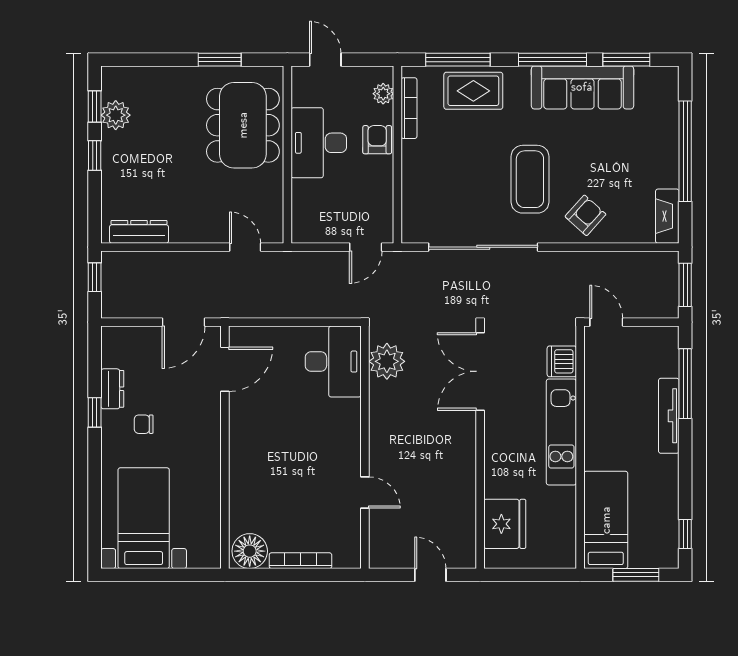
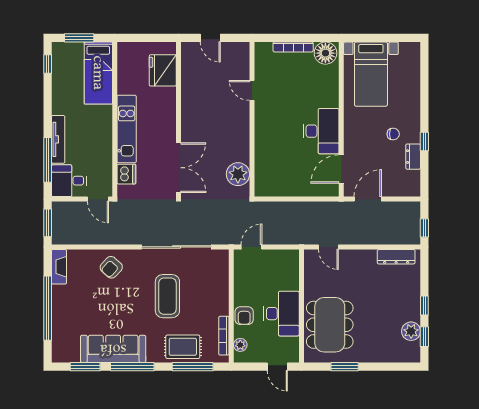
coffee table: (530, 179) -> (167, 296), moved
desk: (652, 351) -> (69, 181), added
desk: (333, 362) -> (321, 131), moved, turned 180
bed with nightstands: (144, 518) -> (371, 74), moved

